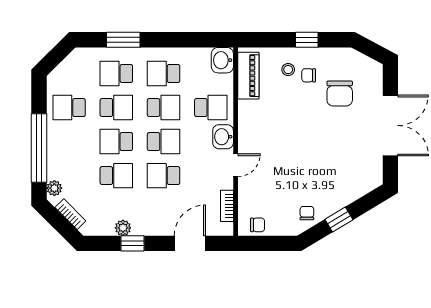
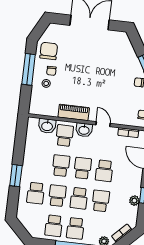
window: (123, 40) -> (16, 176), moved
window: (307, 40) -> (29, 69), width x2.17
washbasin: (222, 60) -> (47, 126), moved
school desk: (164, 73) -> (75, 228), moved
piano: (248, 76) -> (74, 112), moved
chair: (340, 93) -> (49, 51), moved, turned -90

